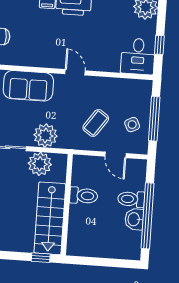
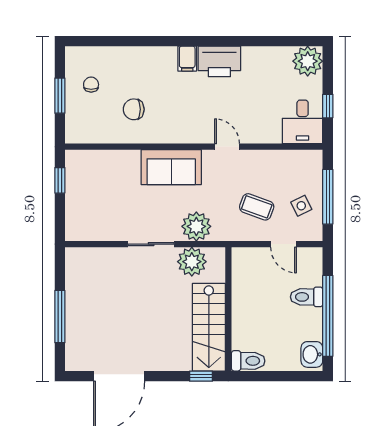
coffee table: (96, 123) -> (257, 207), turned 75
toilet: (84, 196) -> (248, 361), moved
washbasin: (134, 219) -> (312, 354), moved

